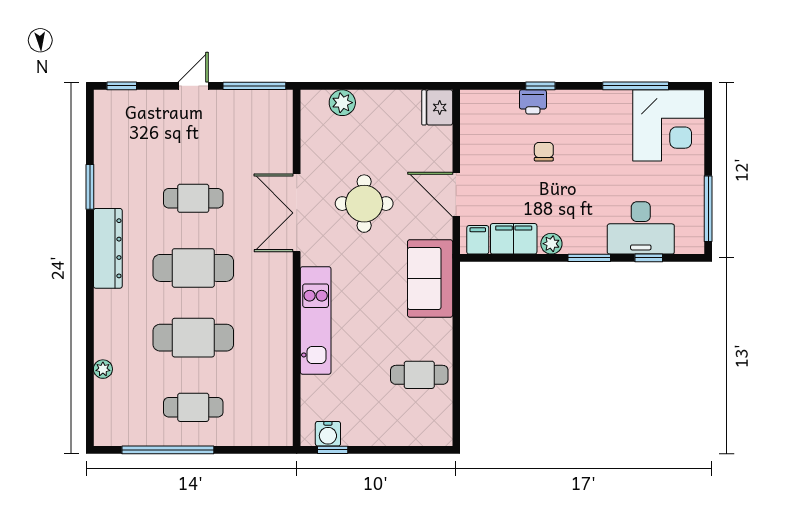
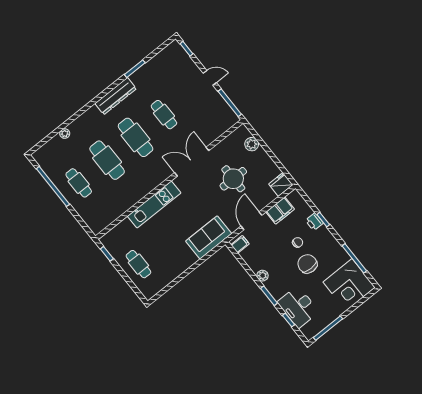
chair: (588, 163) -> (307, 264), added
round table: (364, 204) -> (233, 179), moved
filing cabinet: (514, 239) -> (280, 211), moved, turned 90
cafe table: (419, 375) -> (138, 264), moved
water cooler: (328, 434) -> (112, 247), removed

